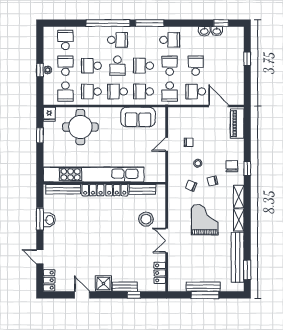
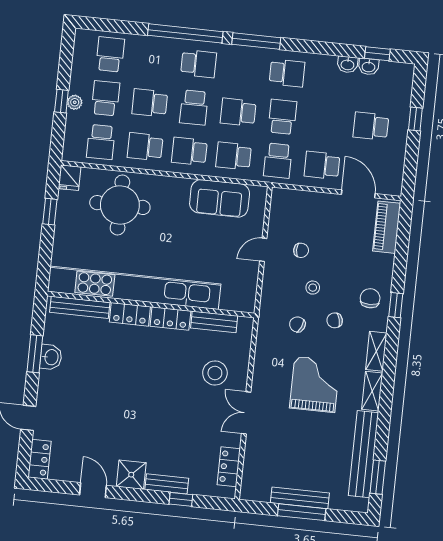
school desk: (196, 66) -> (371, 126), moved, turned -90

